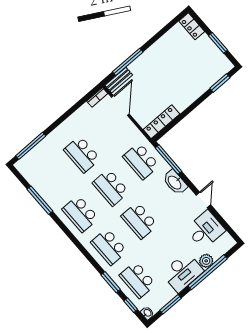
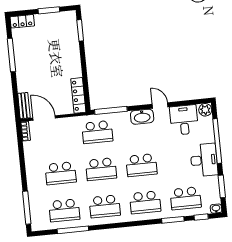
window: (128, 62) -> (11, 55), moved
school desk: (52, 181) -> (64, 210), added
washbasin: (175, 182) -> (142, 117), moved
plant: (206, 261) -> (205, 110), moved

